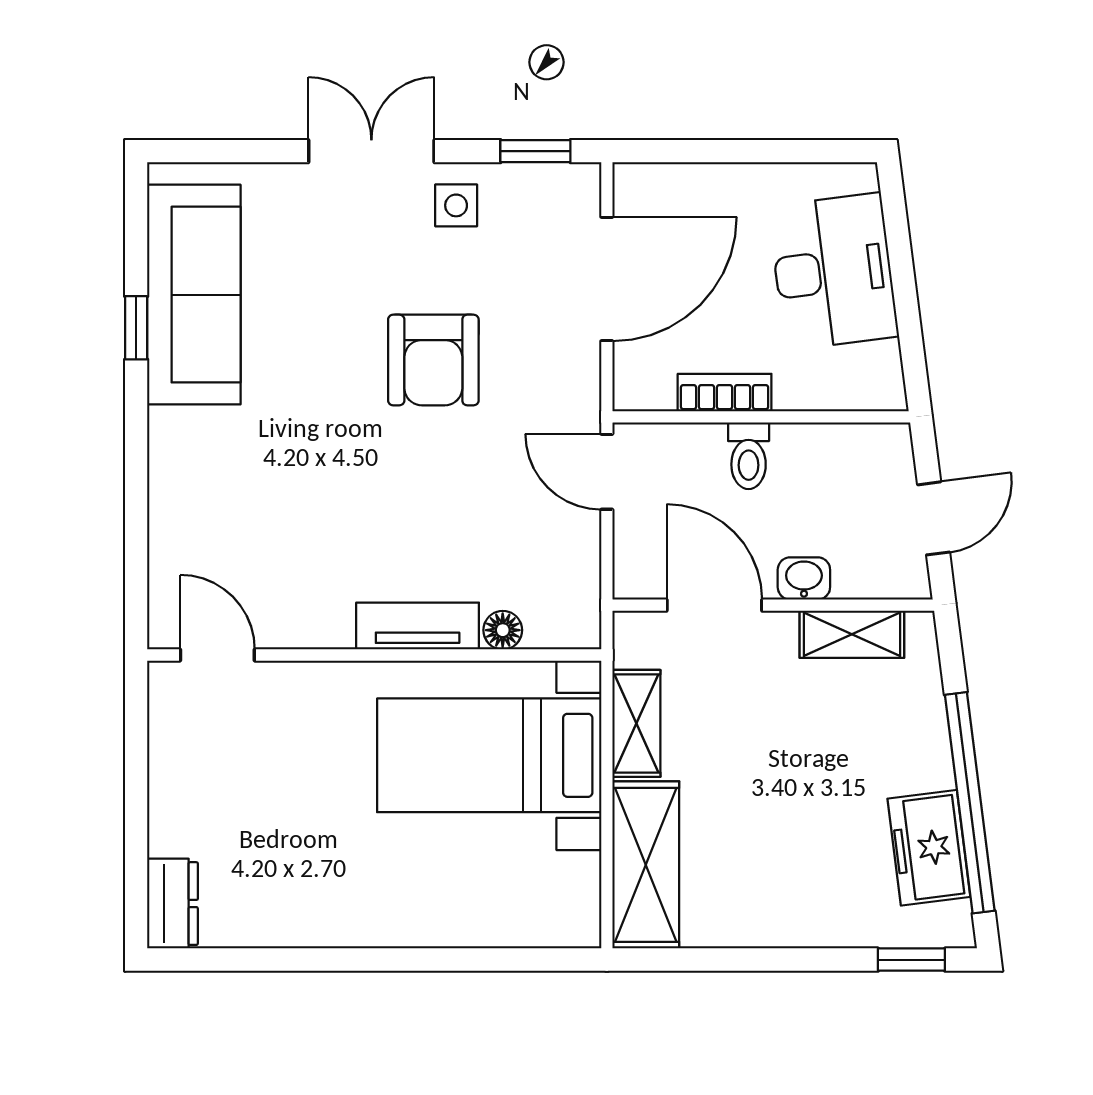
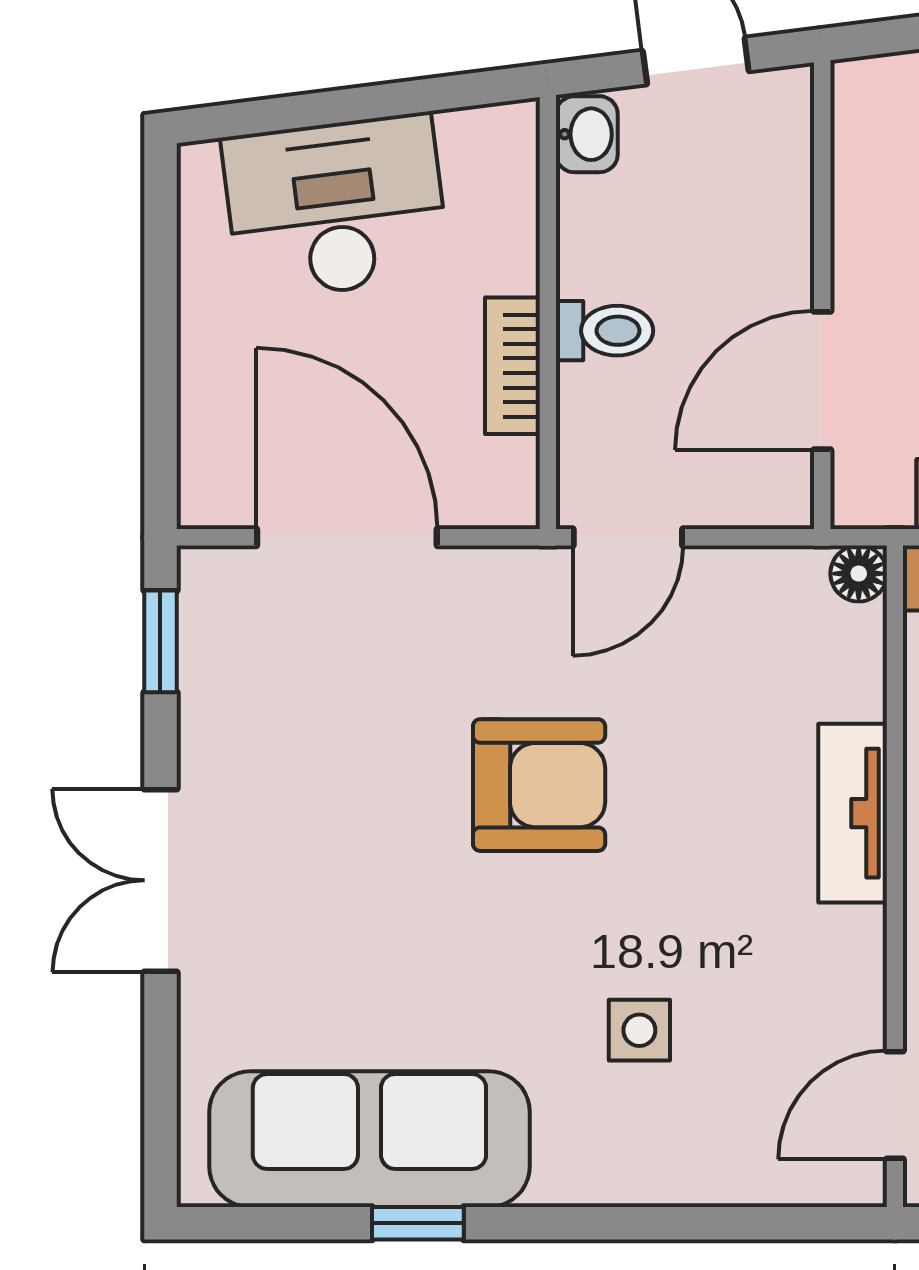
side table: (456, 205) -> (639, 1030), moved
armchair: (433, 360) -> (539, 785), moved
washbasin: (804, 578) -> (587, 134), moved, turned 180
floor lamp: (503, 630) -> (859, 574), moved
shelving: (852, 634) -> (865, 180), removed

